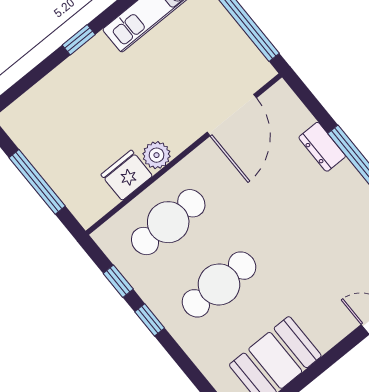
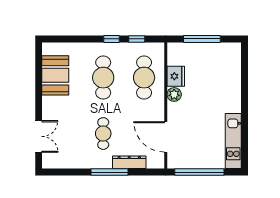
window: (79, 40) -> (244, 101), removed
dresser: (322, 147) -> (129, 162), width x1.44
cafe table: (304, 215) -> (103, 134), added

